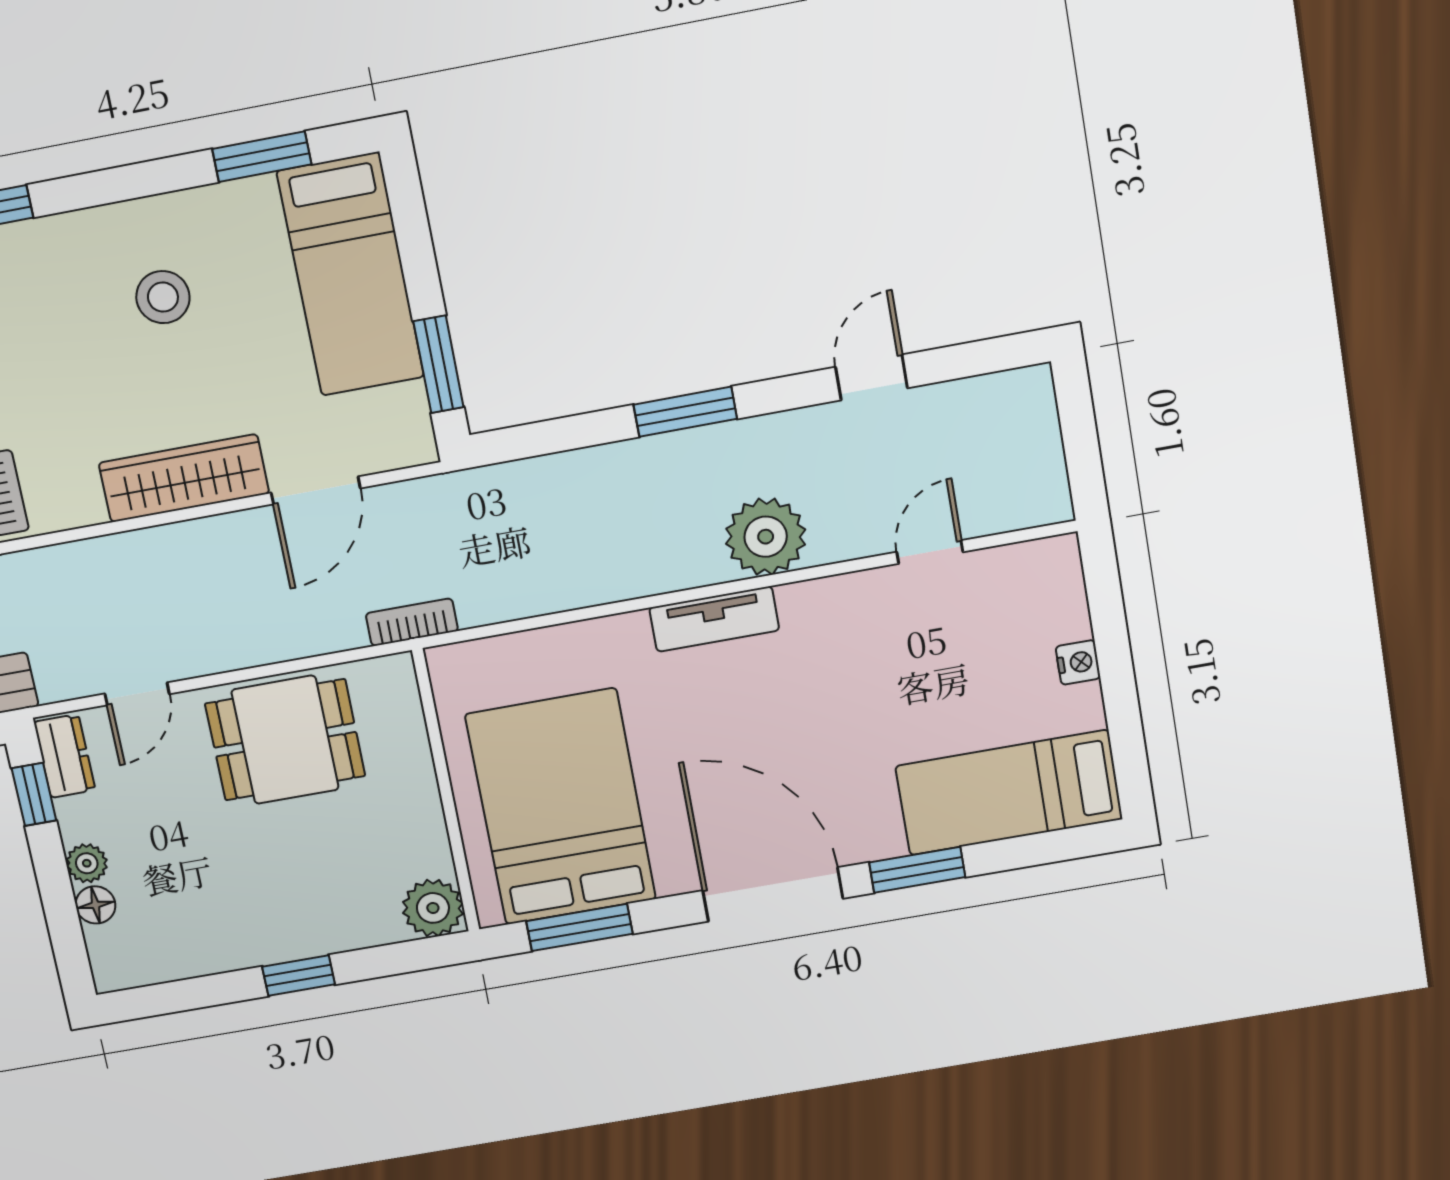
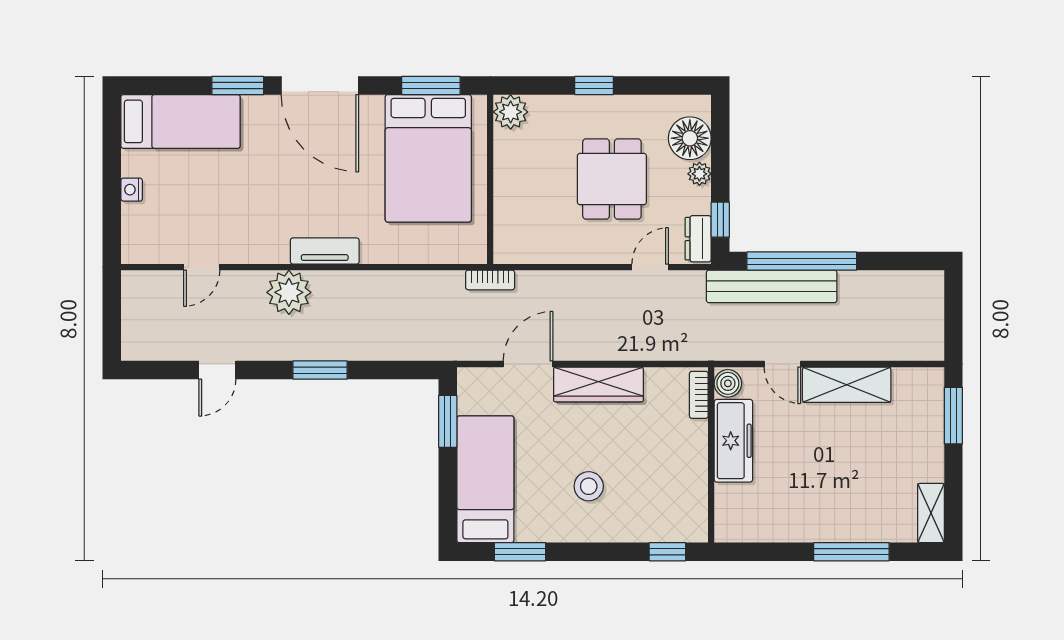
dining table: (285, 740) -> (612, 179), moved, turned 90
floor lamp: (96, 905) -> (690, 138), width x1.89, depth x1.89

